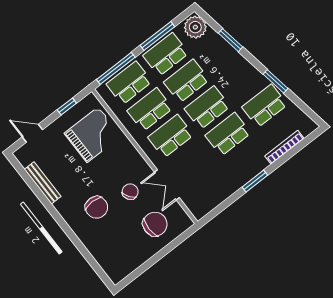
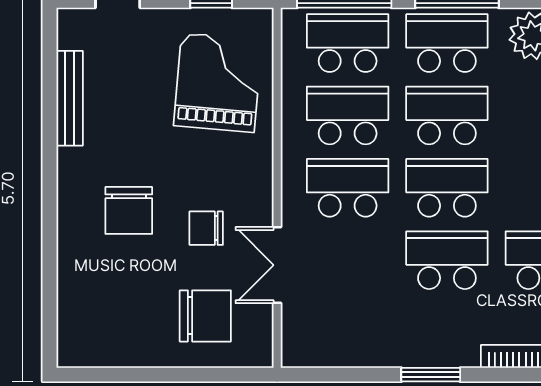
grand piano: (93, 135) -> (218, 83), turned -85
chair: (130, 192) -> (206, 228), turned -146

